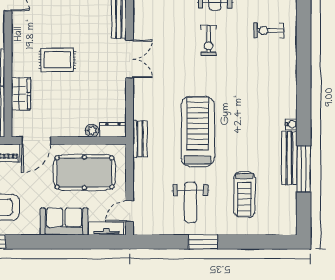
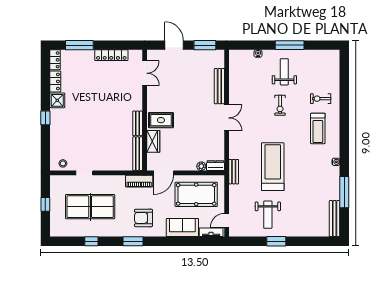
rug: (57, 60) -> (161, 120), moved
bench: (289, 158) -> (335, 219), moved
treadmill: (244, 194) -> (318, 128), moved

